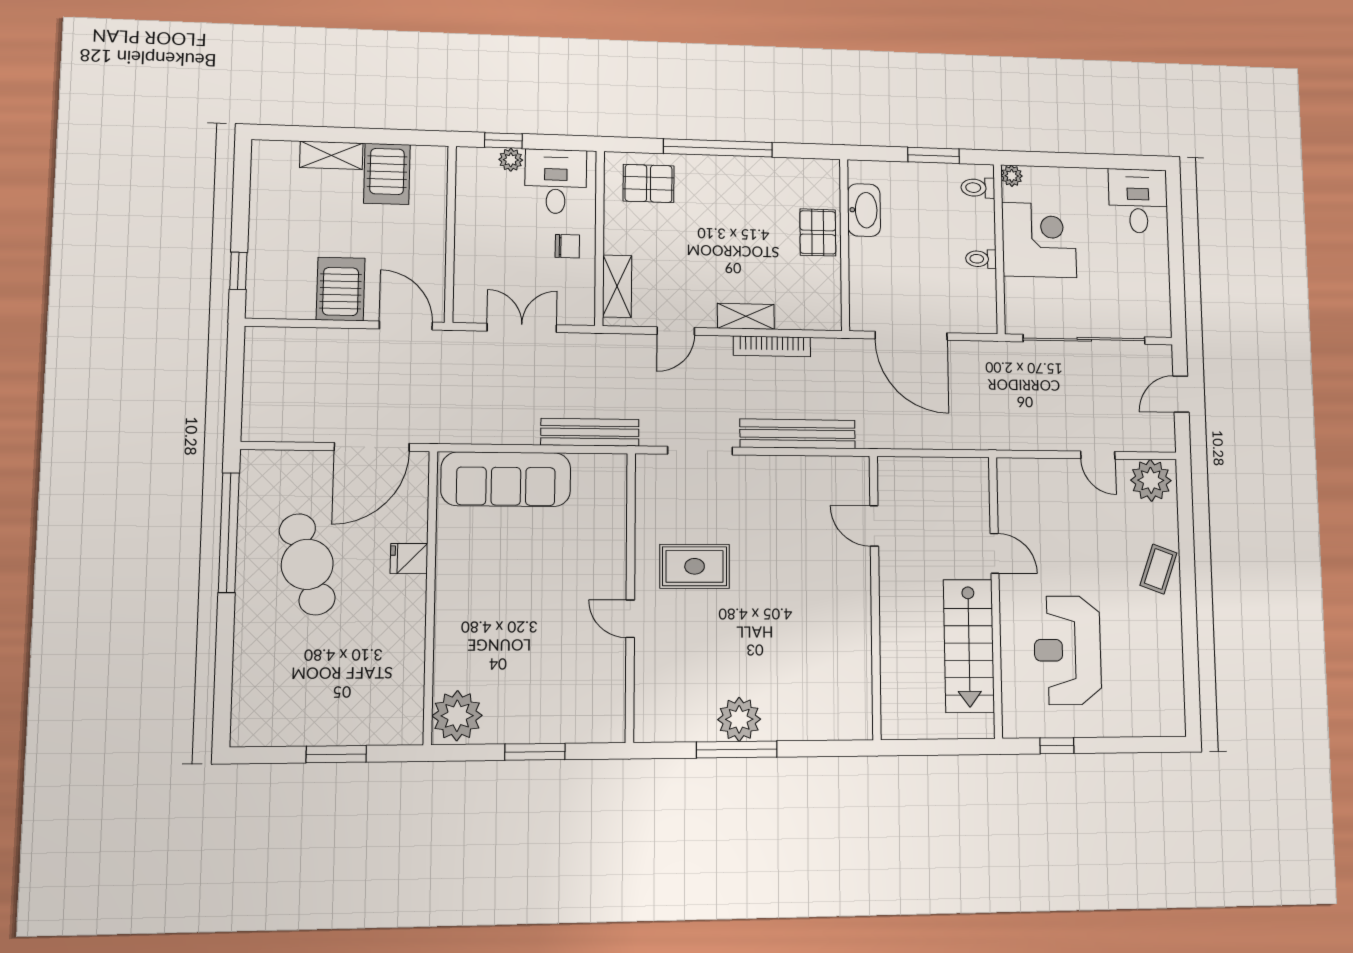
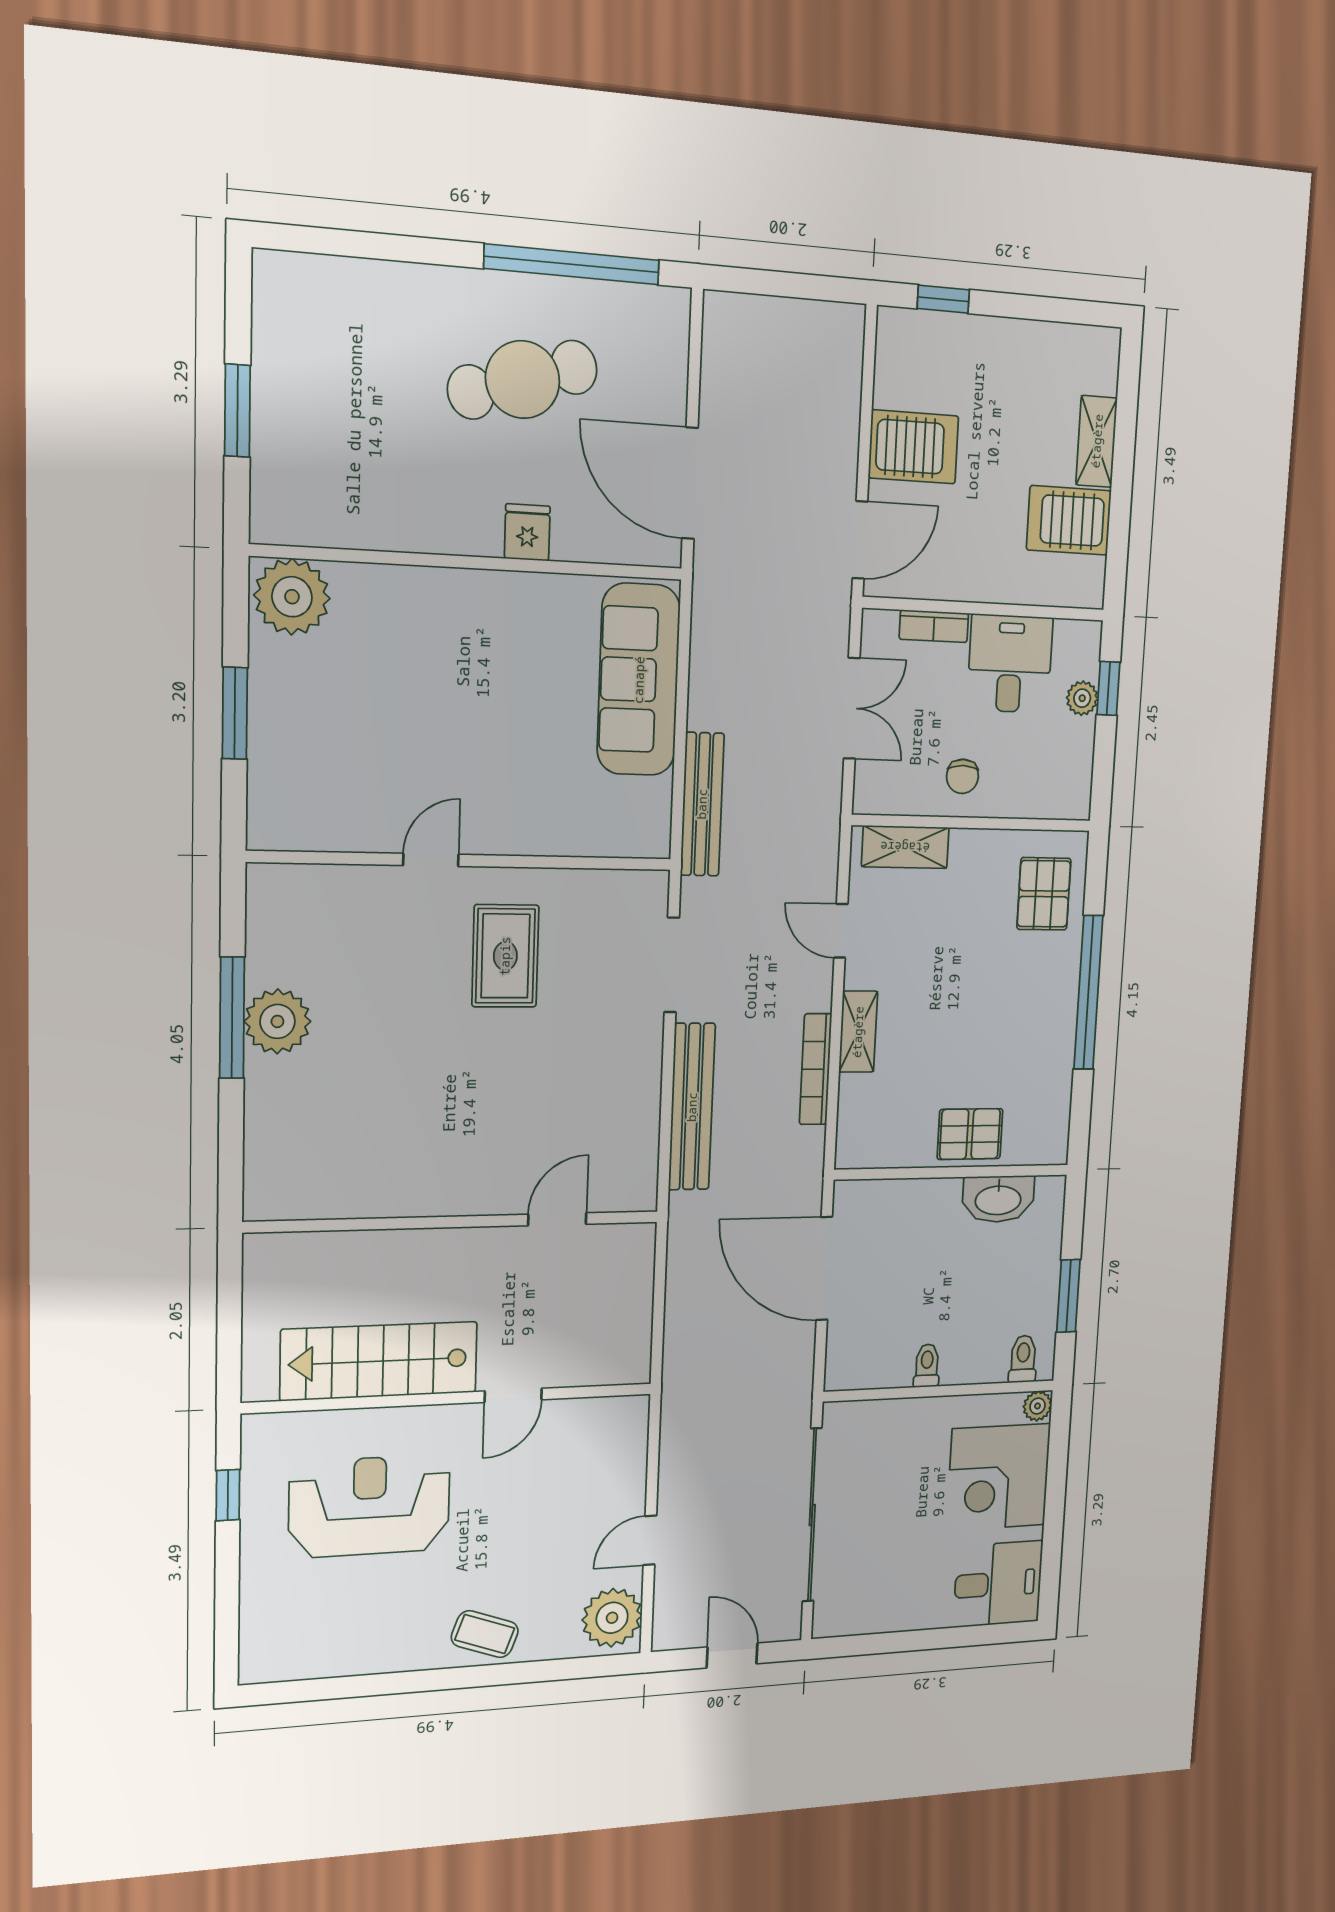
desk: (556, 181) -> (1010, 664), moved, turned -90
corner desk: (1039, 240) -> (999, 1477), moved, turned 90
bookcase: (464, 270) -> (934, 626), added
door: (911, 336) -> (824, 1269), hinge flipped

